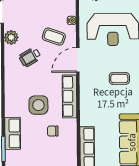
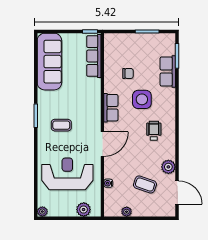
coffee table: (54, 37) -> (145, 184), moved
wheelchair: (30, 57) -> (154, 131), moved, turned -60
row of seats: (70, 96) -> (111, 108), width x0.68

